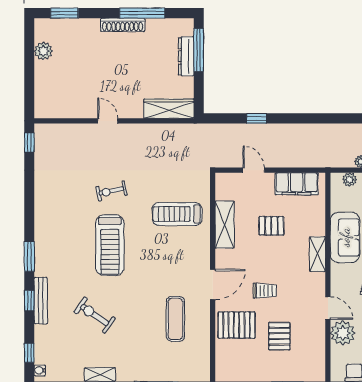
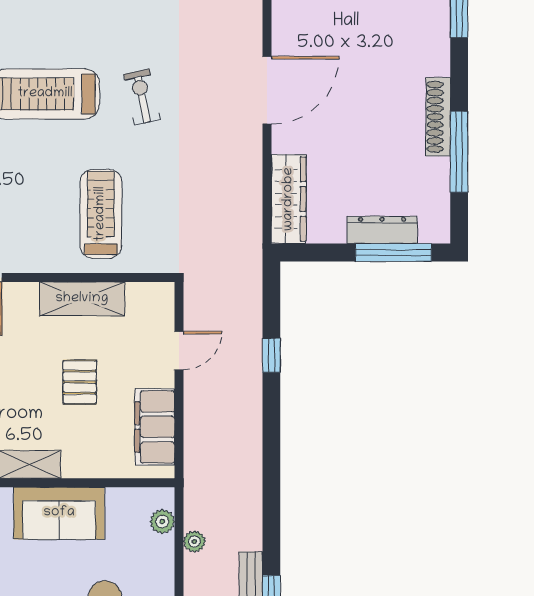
door: (108, 121) -> (267, 90), width x1.88

